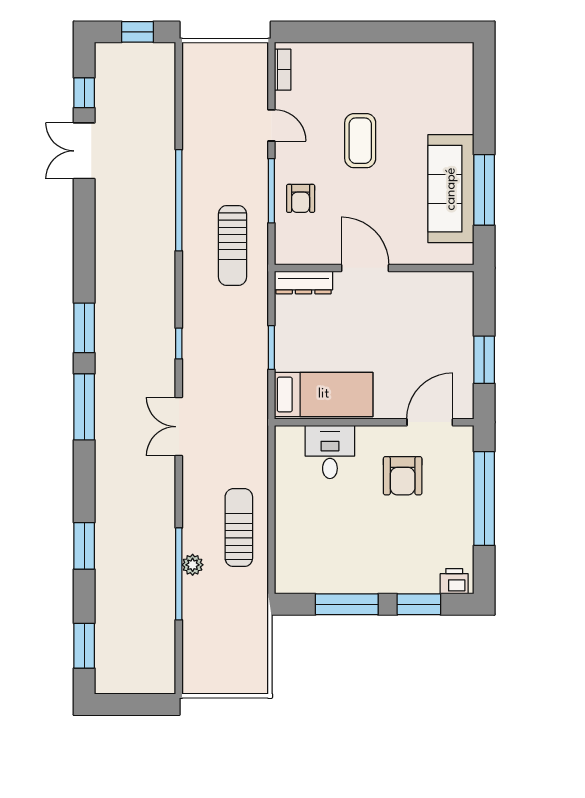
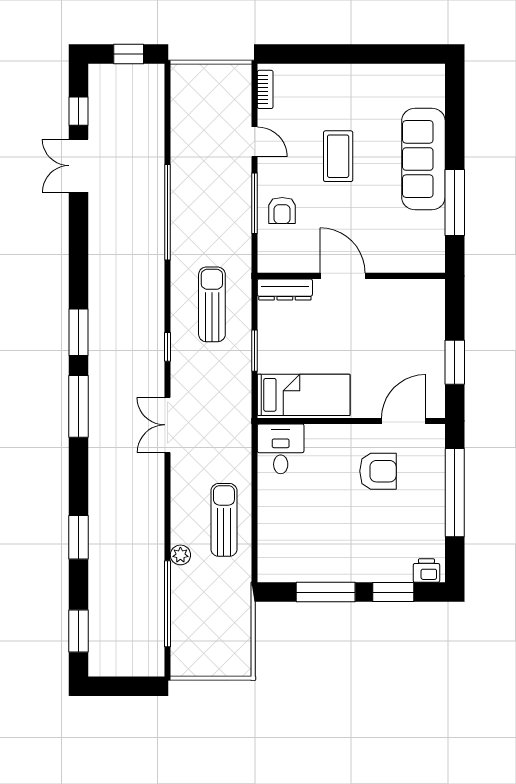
sofa: (451, 189) -> (423, 159), moved
sun lounger: (232, 245) -> (212, 304), moved, turned 180
desk: (330, 452) -> (281, 449), moved
armchair: (403, 476) -> (378, 471), turned -90
window: (179, 574) -> (168, 604), moved

